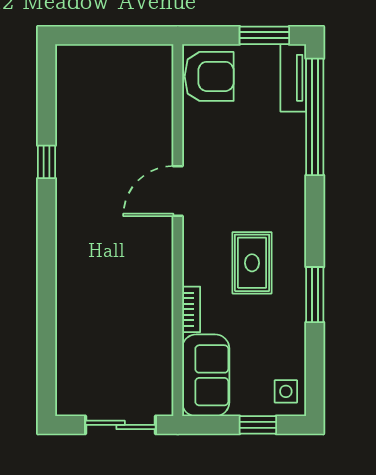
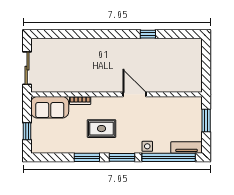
window: (264, 35) -> (206, 121), moved
armchair: (209, 76) -> (187, 109), removed
window: (315, 218) -> (122, 157), added
side table: (286, 391) -> (147, 146), moved

